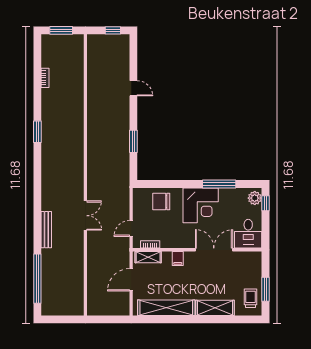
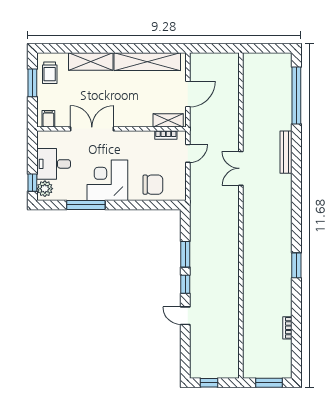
window: (133, 115) -> (185, 284), added
desk: (248, 234) -> (54, 164), moved, turned -90
double door: (214, 250) -> (92, 129), swing flipped
filing cabinet: (178, 258) -> (48, 119), moved

